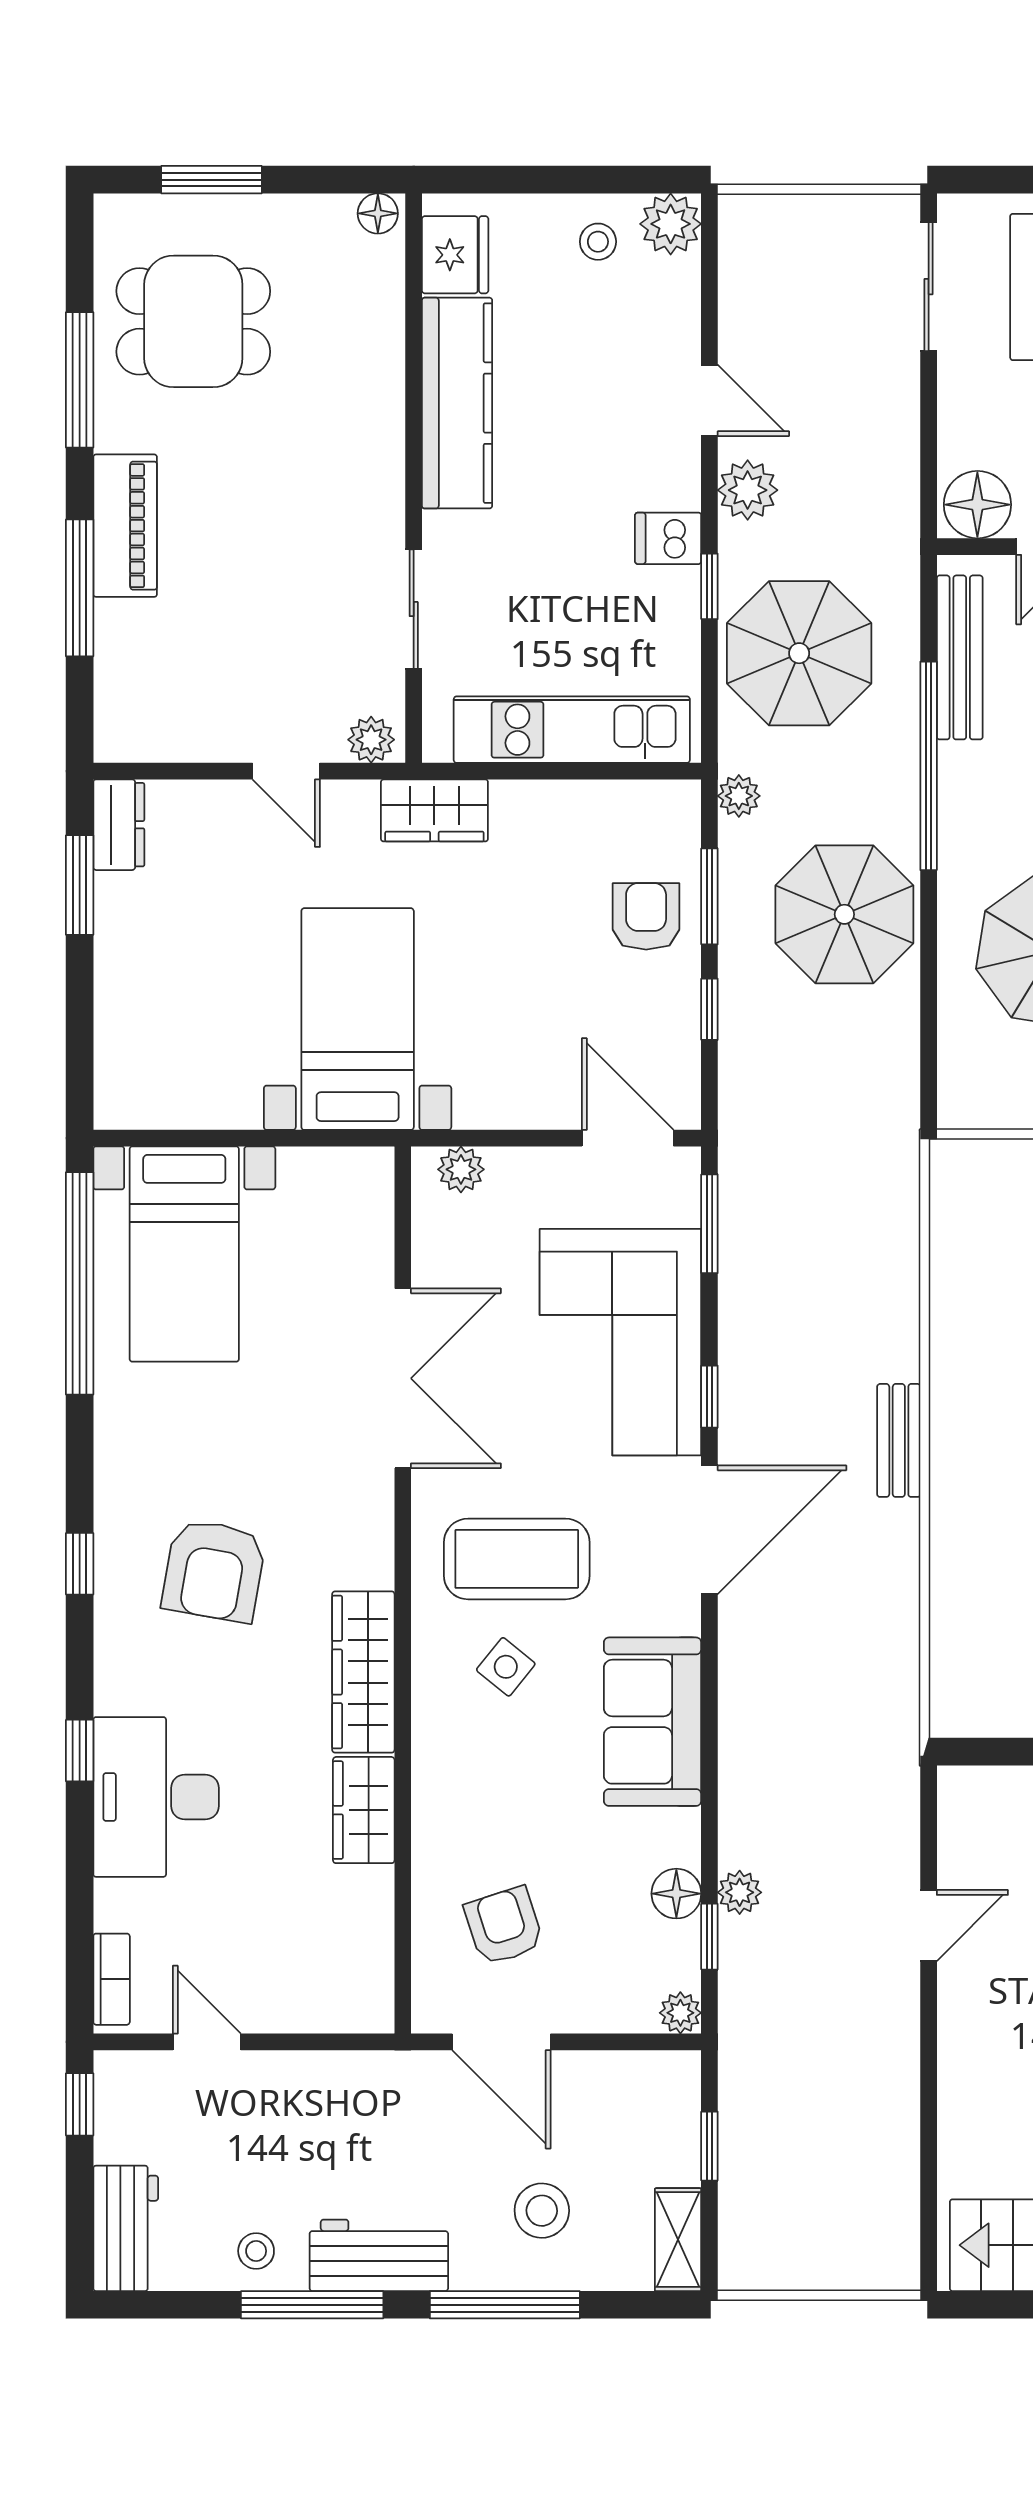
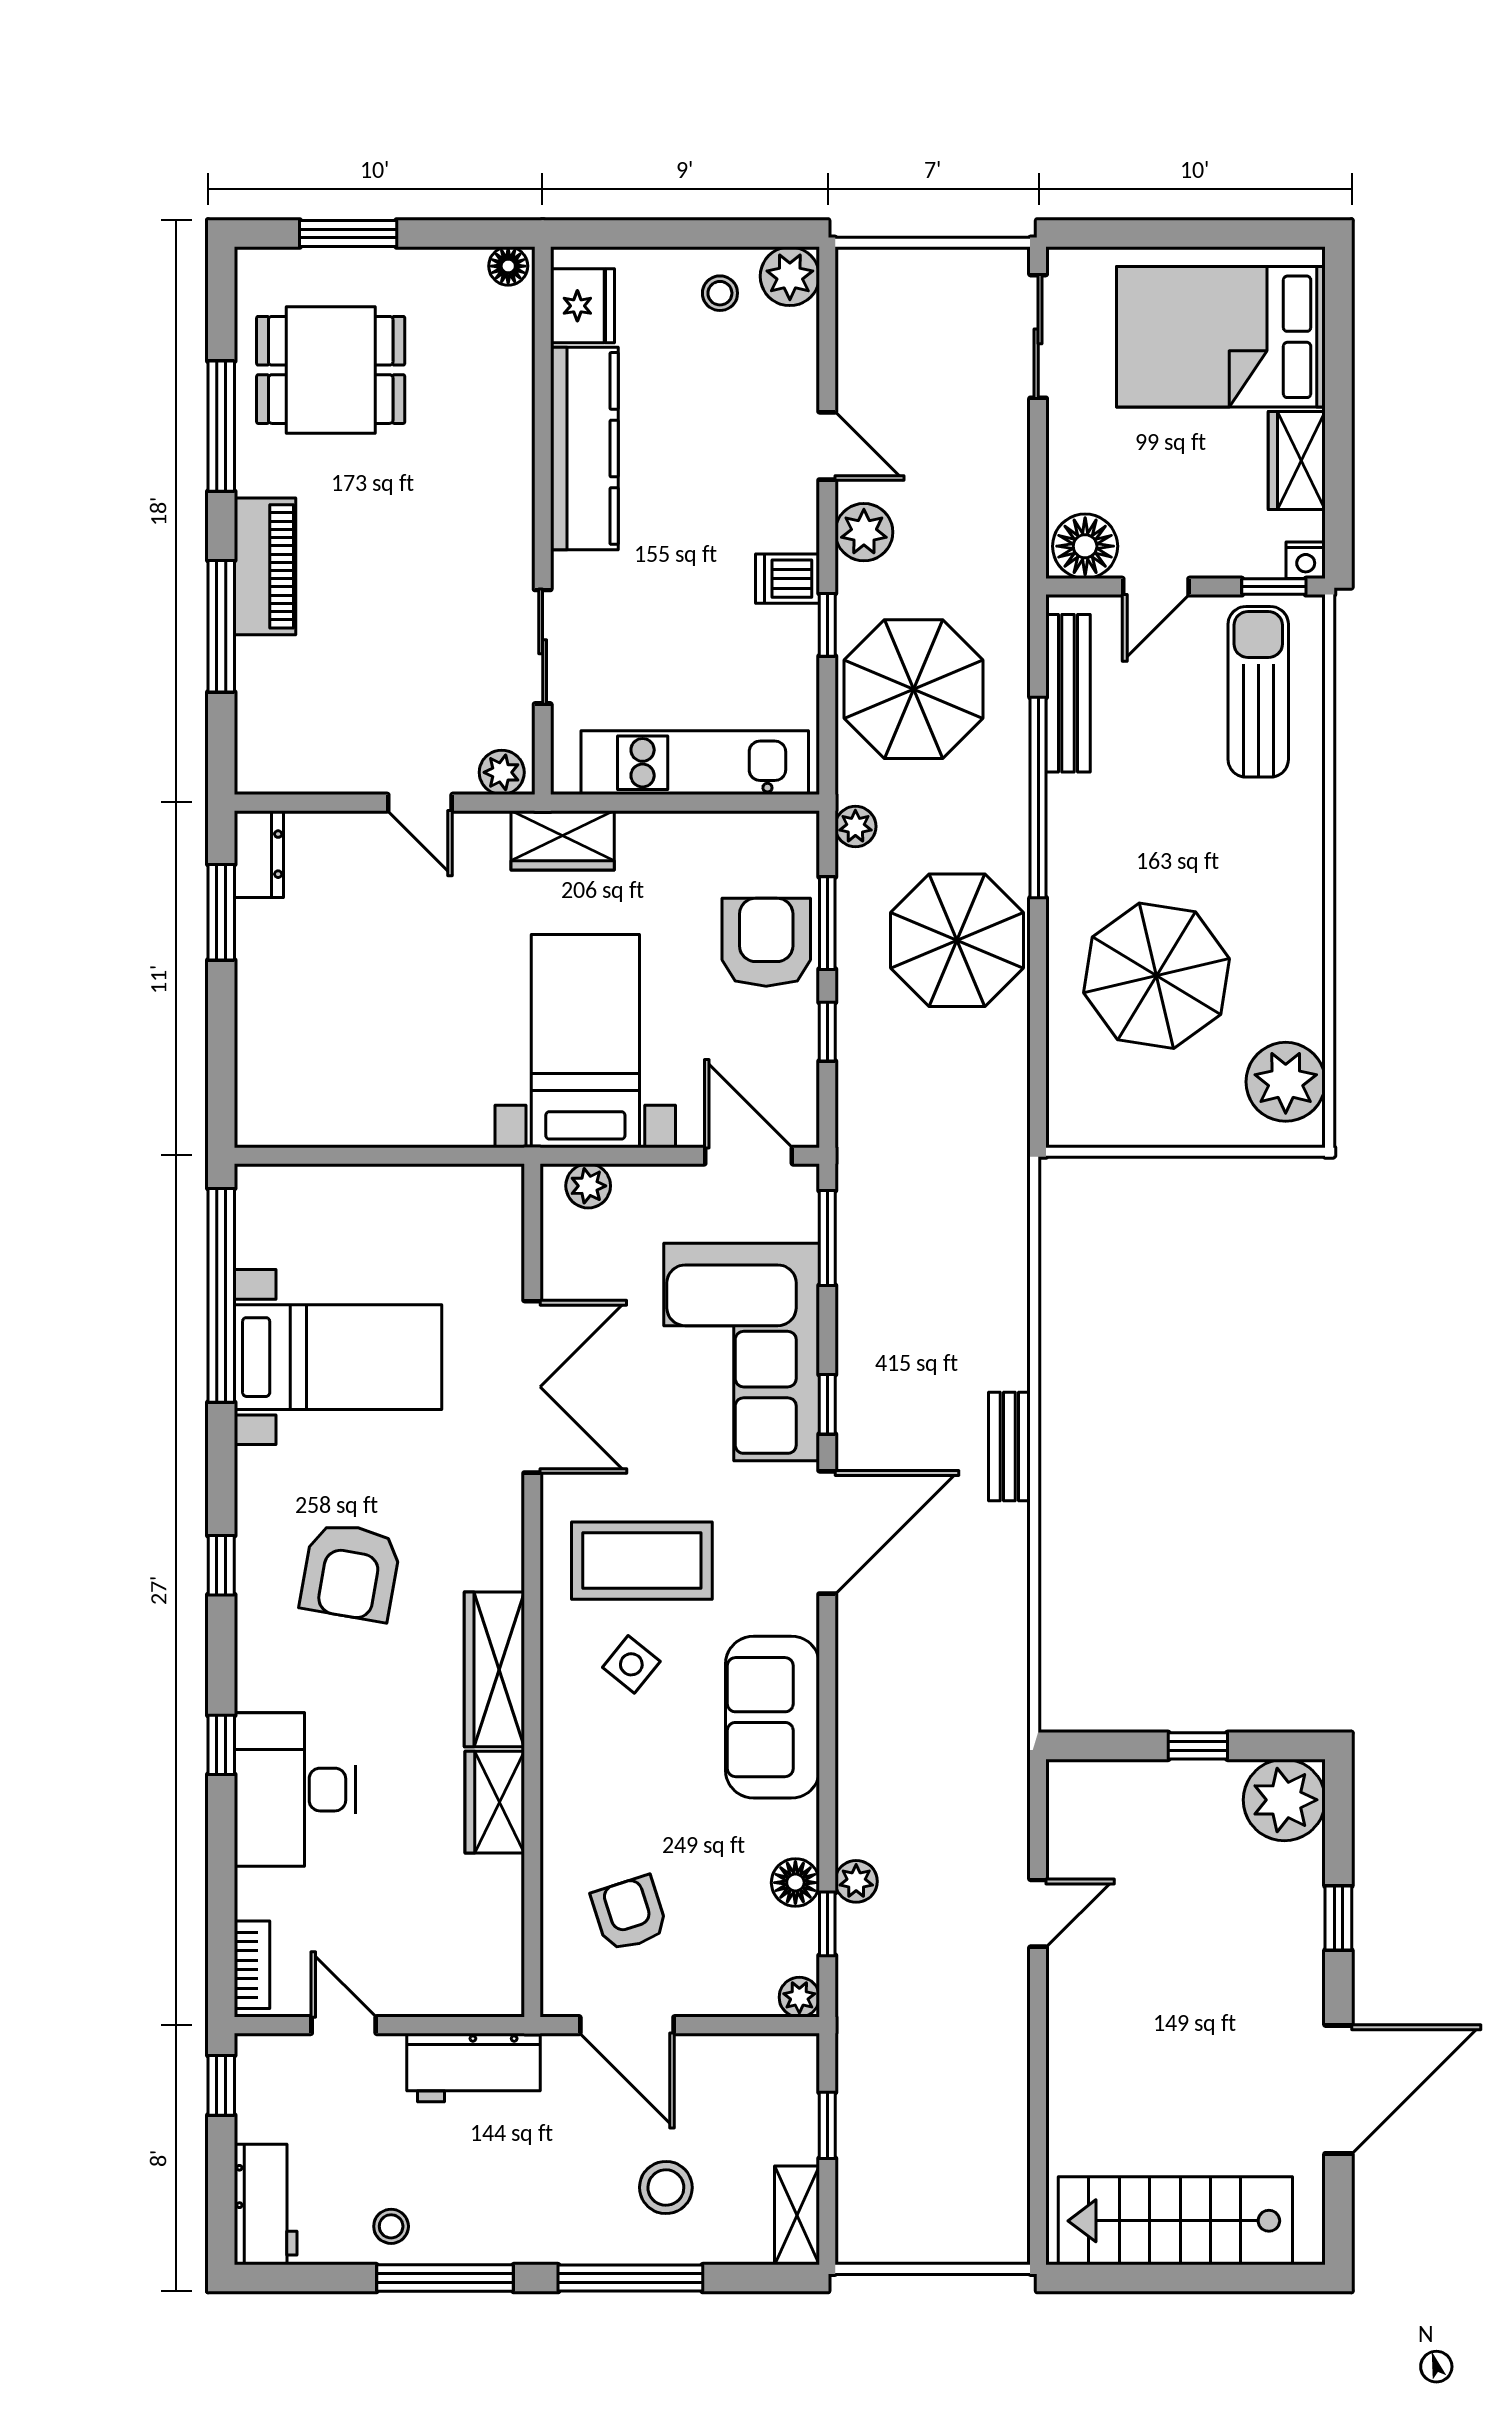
armchair: (646, 916) -> (766, 942), width x1.38, depth x1.38
bed with nightstands: (358, 1019) -> (585, 1041), moved
bed with nightstands: (184, 1254) -> (338, 1357), moved, turned -90
workbench: (379, 2255) -> (474, 2067), moved, turned 180

